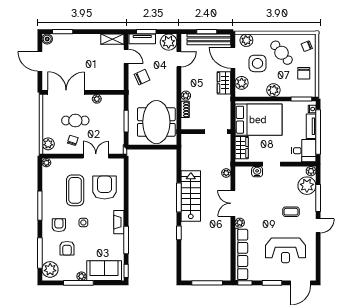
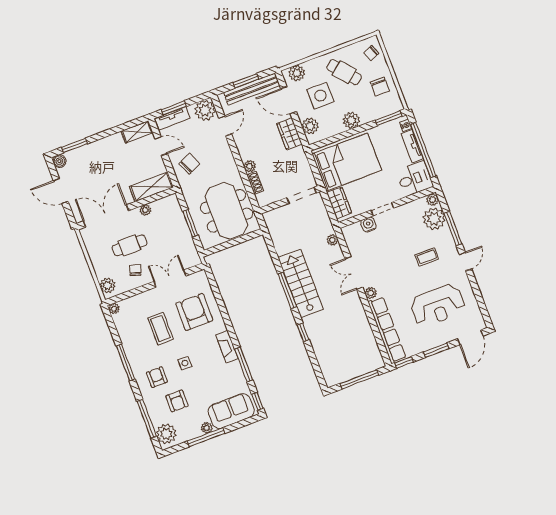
shelving: (108, 84) -> (151, 187), added
coffee table: (75, 190) -> (161, 329), width x0.73, depth x0.76

